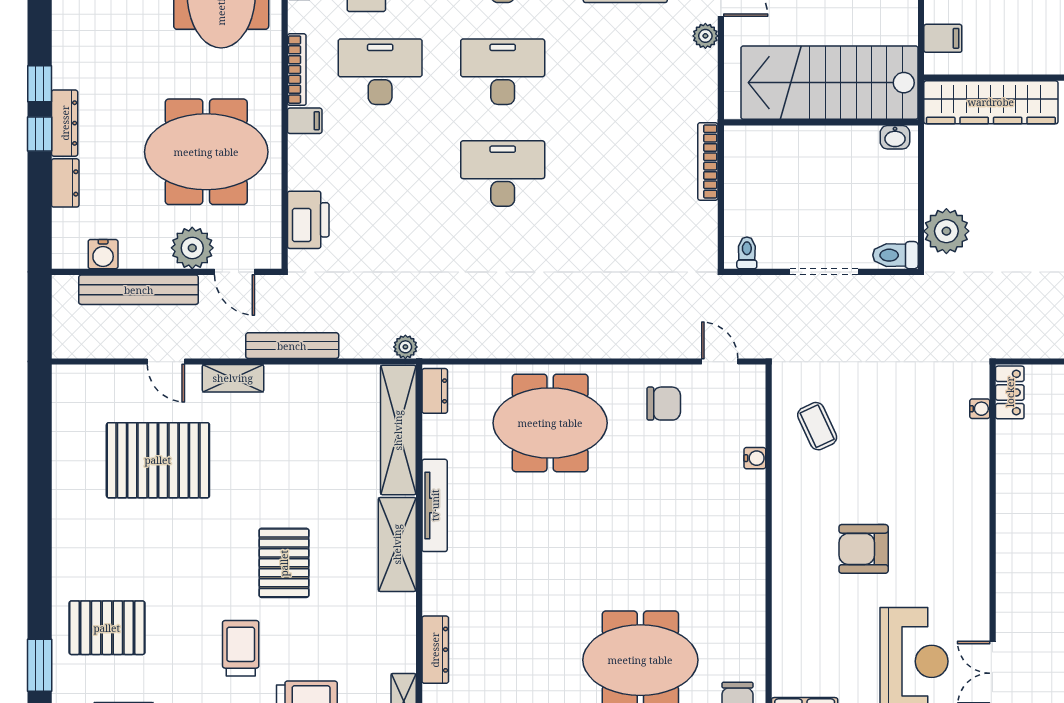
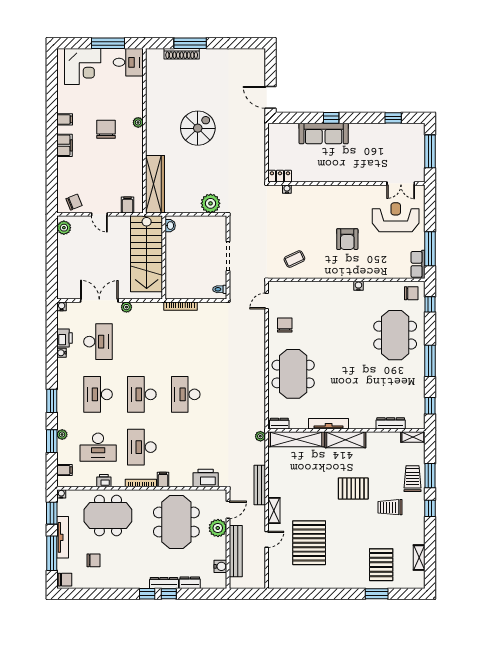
toilet: (895, 255) -> (221, 225), removed
water cooler: (755, 458) -> (358, 286), moved
window: (40, 665) -> (377, 594), moved

